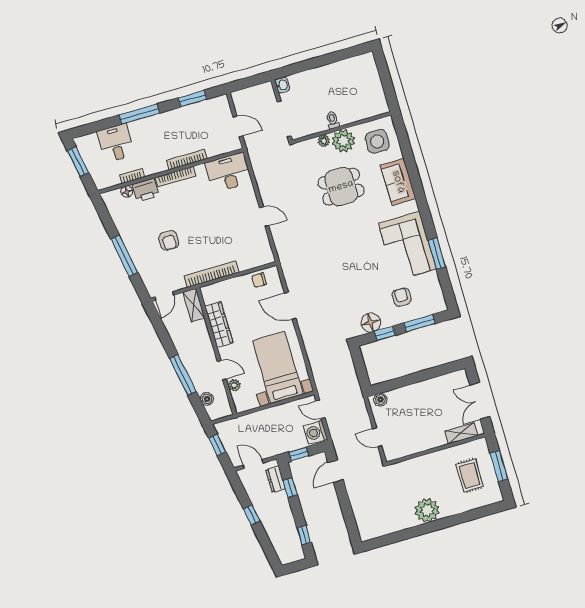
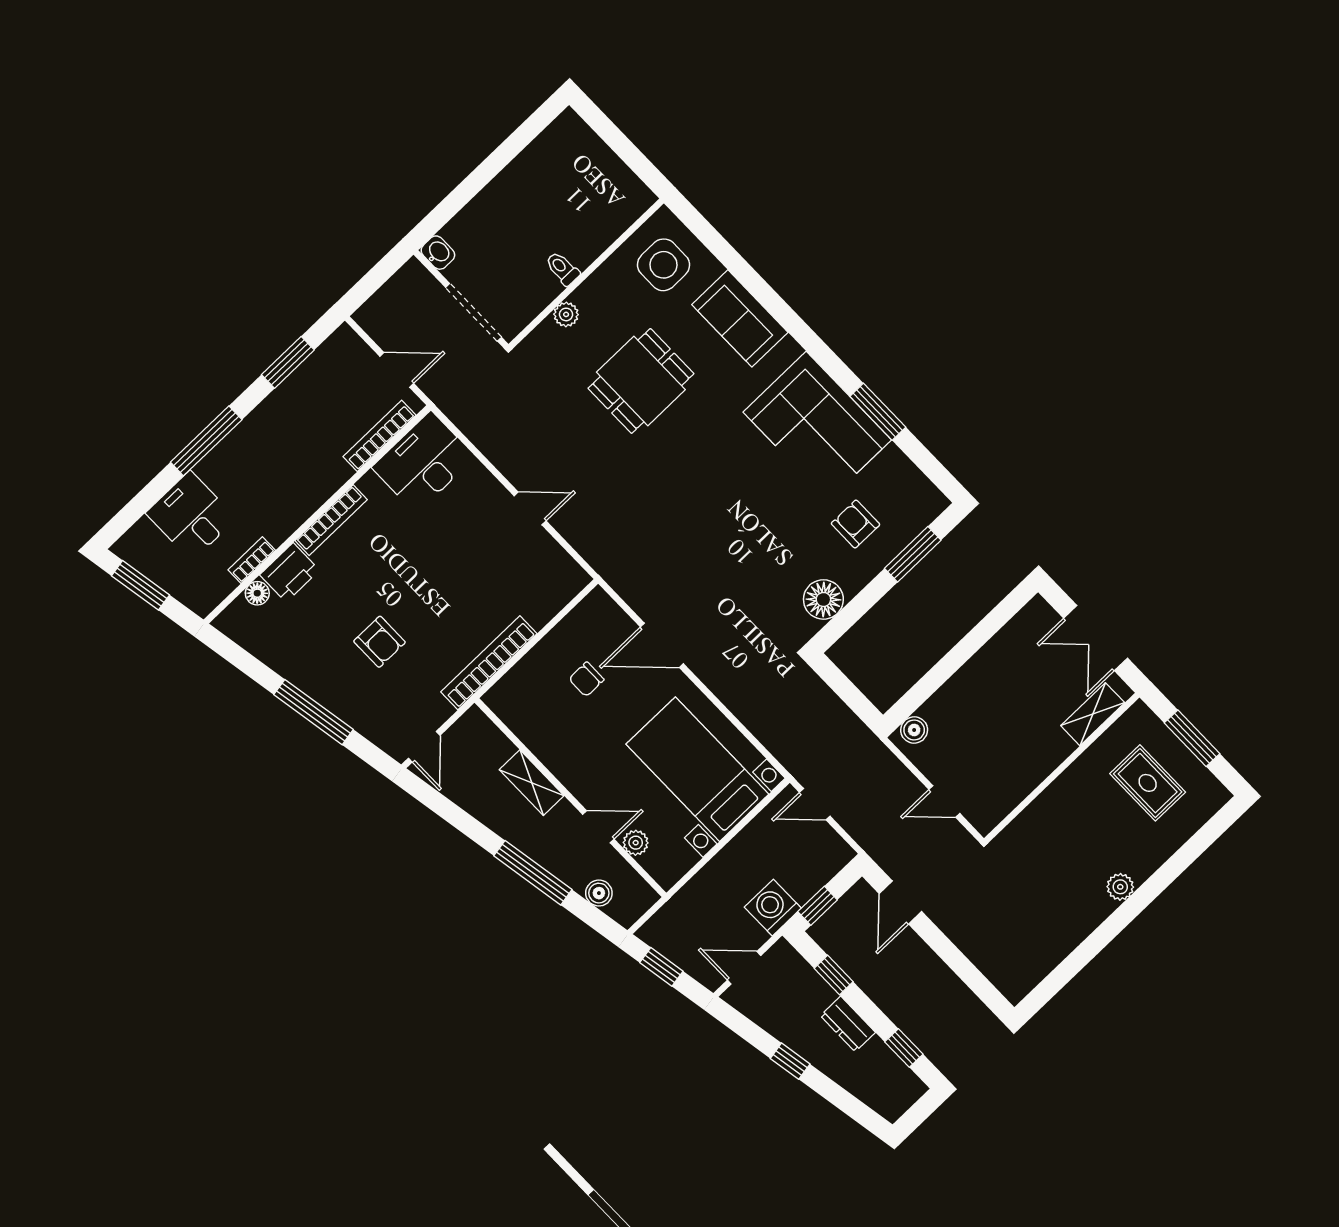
plant: (343, 141) -> (602, 296), removed
bookcase: (187, 160) -> (380, 436), moved
chair: (259, 280) -> (586, 679), moved
shelving: (194, 305) -> (532, 783), moved
wardrobe: (219, 324) -> (550, 747), removed
window: (385, 333) -> (859, 606), removed
washing machine: (315, 432) -> (773, 908), moved, turned 90
dresser: (276, 479) -> (848, 1024), moved
plant: (427, 510) -> (1120, 887), width x0.53, depth x0.53

